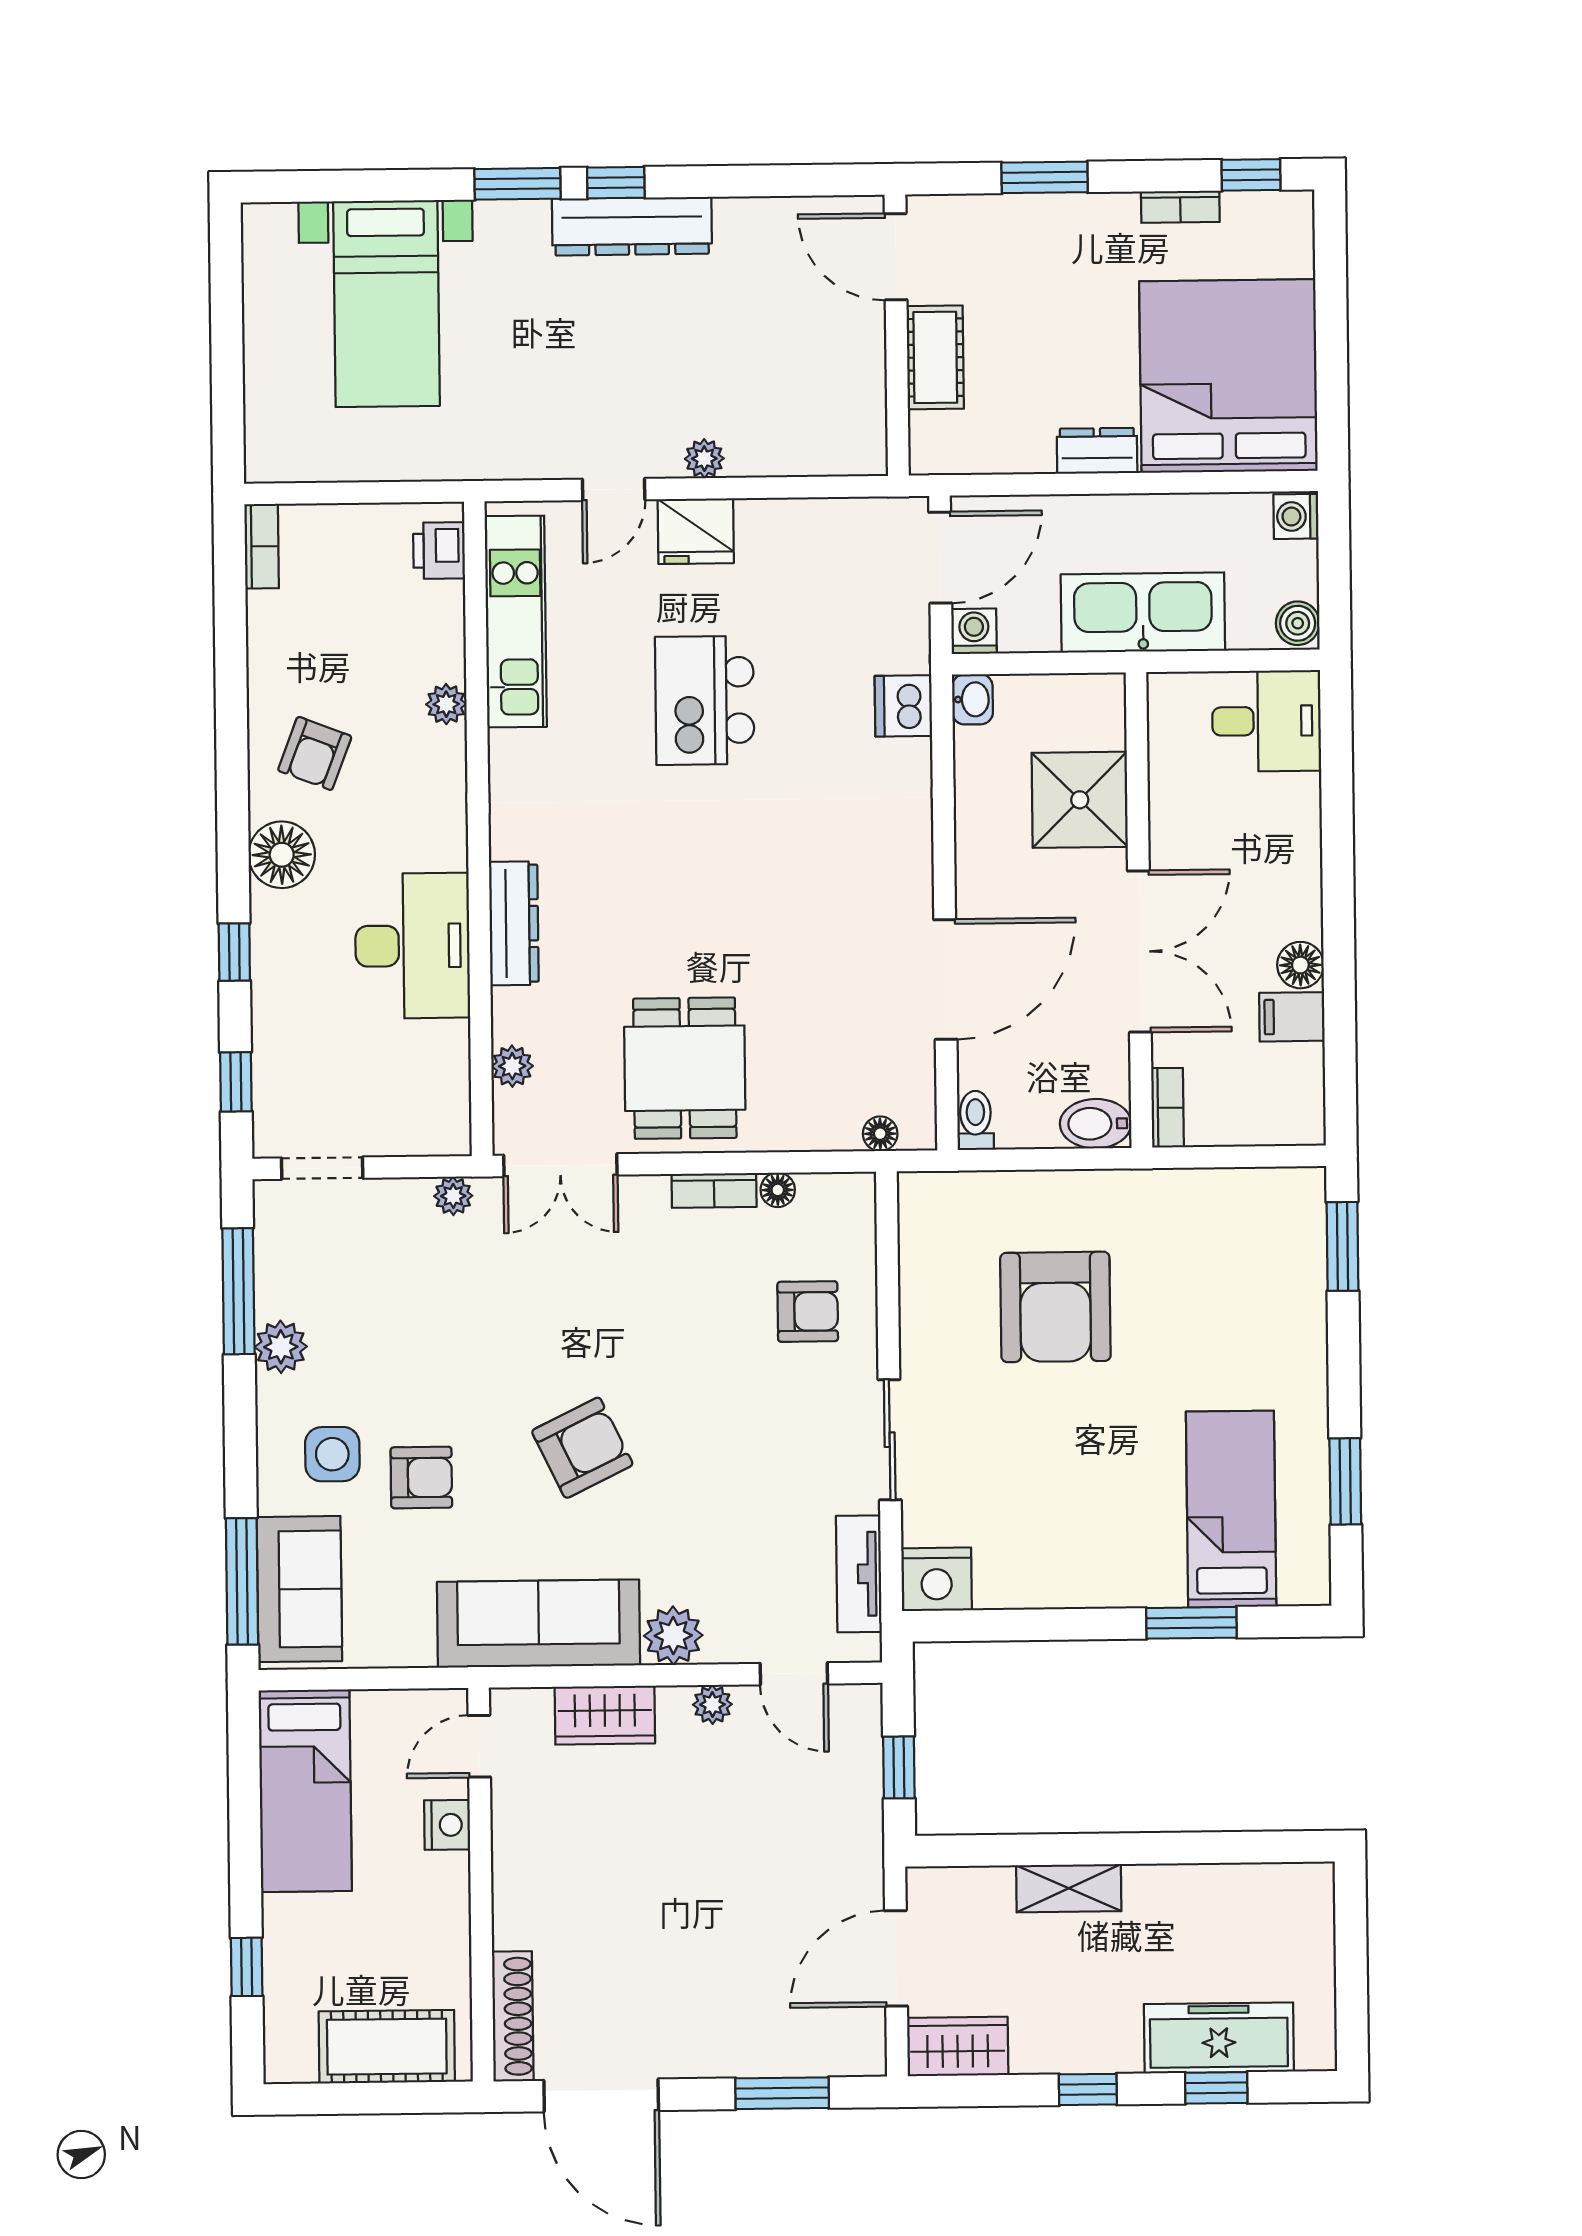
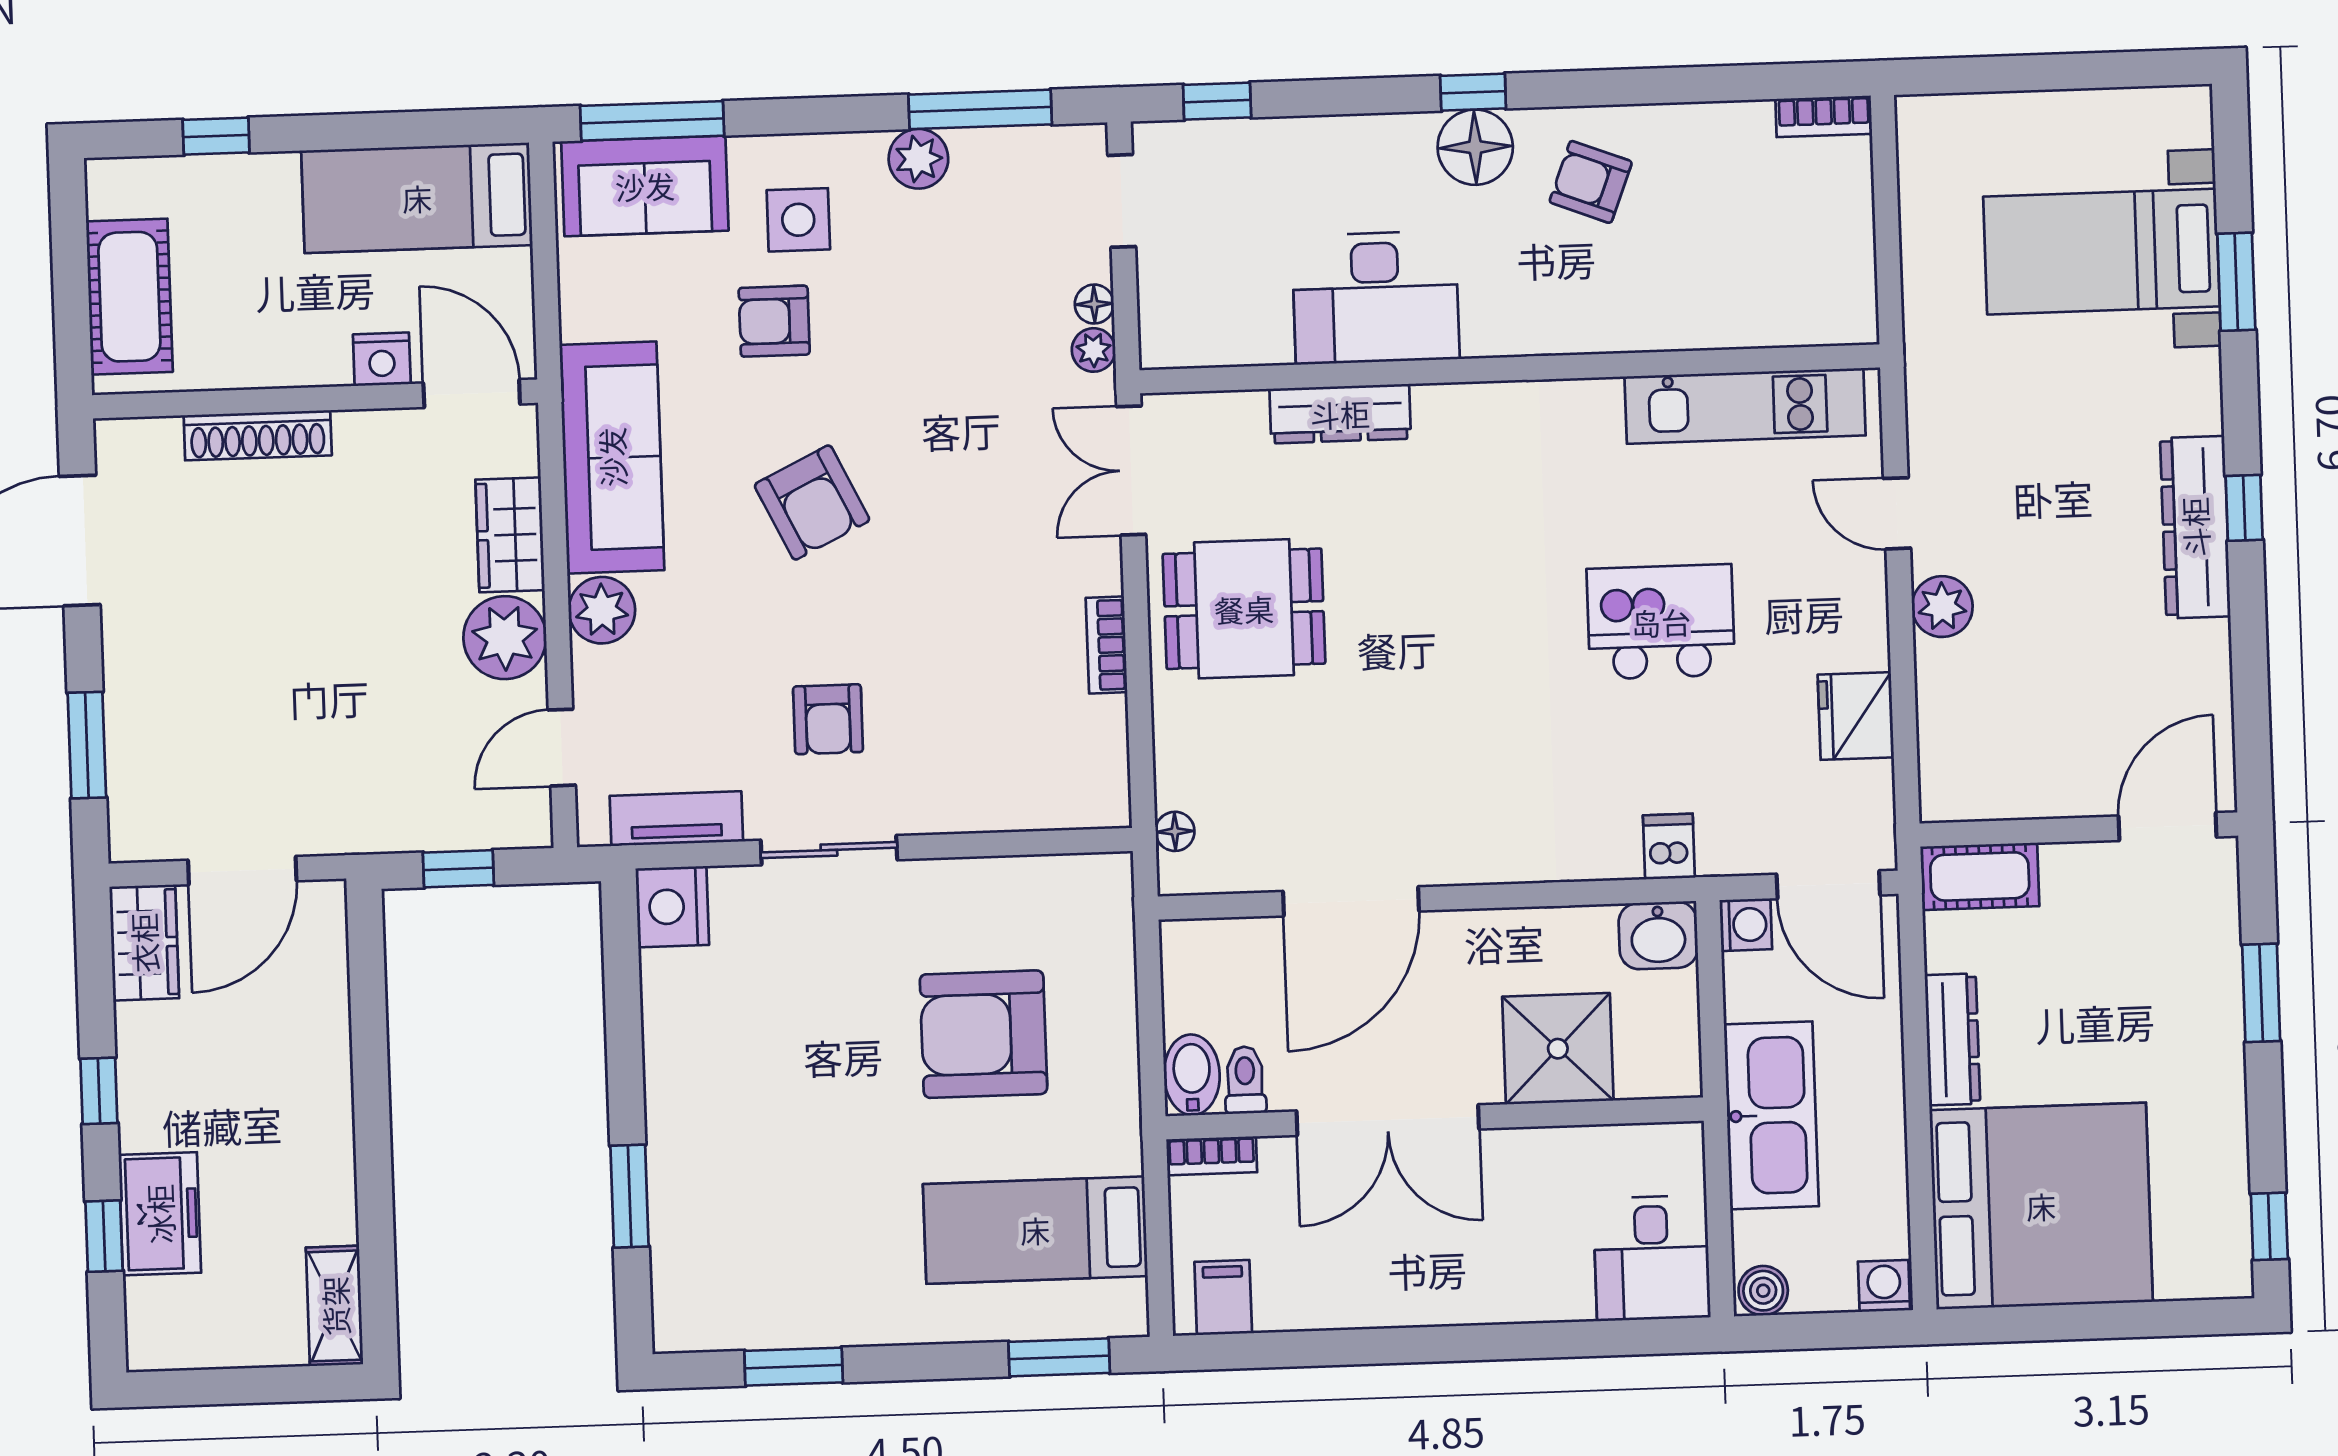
window: (518, 184) -> (2236, 282), moved
bookcase: (1180, 207) -> (2231, 1147), removed
cot: (935, 357) -> (1980, 876), moved
dresser: (1097, 451) -> (1952, 1039), width x1.44
plant: (704, 459) -> (1942, 607), width x1.38, depth x1.38
fridge: (696, 531) -> (1856, 716), moved
printer: (439, 551) -> (1823, 317), removed
washbasin: (972, 699) -> (1658, 935), width x1.38, depth x1.45
plant: (446, 704) -> (1650, 329), removed
dishwasher: (903, 706) -> (1669, 846), width x0.73
dresser: (514, 923) -> (1340, 414), moved
window: (234, 952) -> (1473, 92), moved
floor lamp: (1300, 965) -> (1377, 1303), removed
door: (945, 980) -> (1351, 901), hinge flipped
filing cabinet: (1292, 1017) -> (1223, 1298), moved
plant: (512, 1066) -> (1242, 413), removed
toilet: (975, 1120) -> (1245, 1080), moved, turned -90
floor lamp: (778, 1190) -> (1094, 304), moved
armchair: (808, 1311) -> (828, 719), moved
armchair: (421, 1477) -> (774, 321), turned 90
bed: (1231, 1509) -> (1035, 1230), moved, turned 180
plant: (712, 1704) -> (505, 638), width x1.88, depth x1.88
door: (479, 1746) -> (472, 394), width x1.38
shelving: (1069, 1888) -> (335, 1306), moved
door: (896, 1958) -> (242, 871), swing flipped
shoe rack: (513, 2016) -> (258, 435), moved
freezer: (1219, 2038) -> (160, 1214), width x0.71

